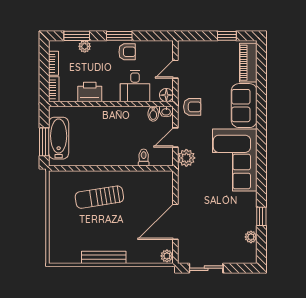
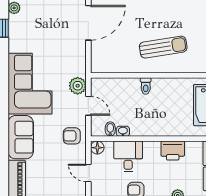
door: (175, 69) -> (88, 173), swing flipped
washbasin: (166, 112) -> (123, 131), moved
door: (175, 137) -> (88, 106), hinge flipped
toilet: (144, 158) -> (146, 86), moved

